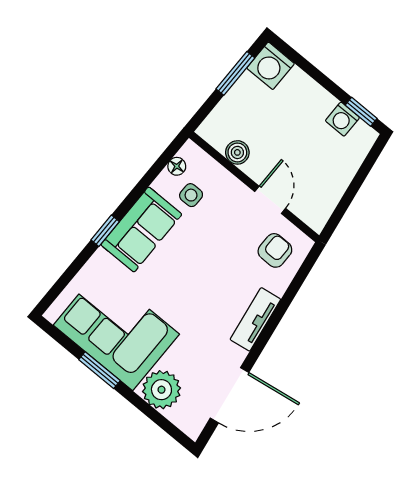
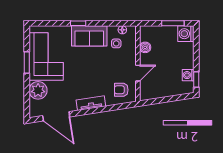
armchair: (275, 250) -> (121, 90), turned 180

